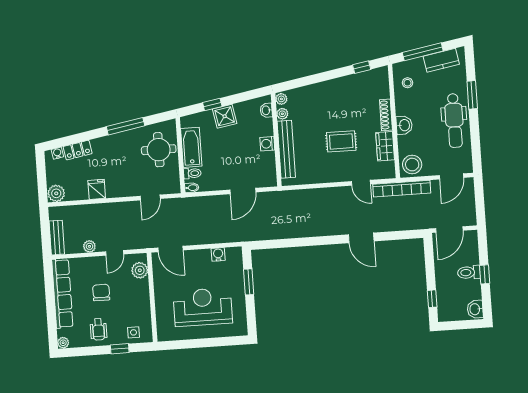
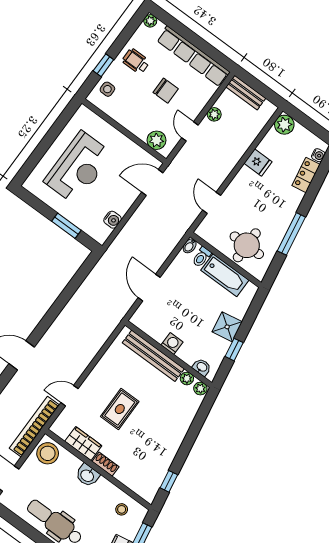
window: (212, 104) -> (234, 350), moved
shoe rack: (386, 115) -> (105, 464), width x0.70

